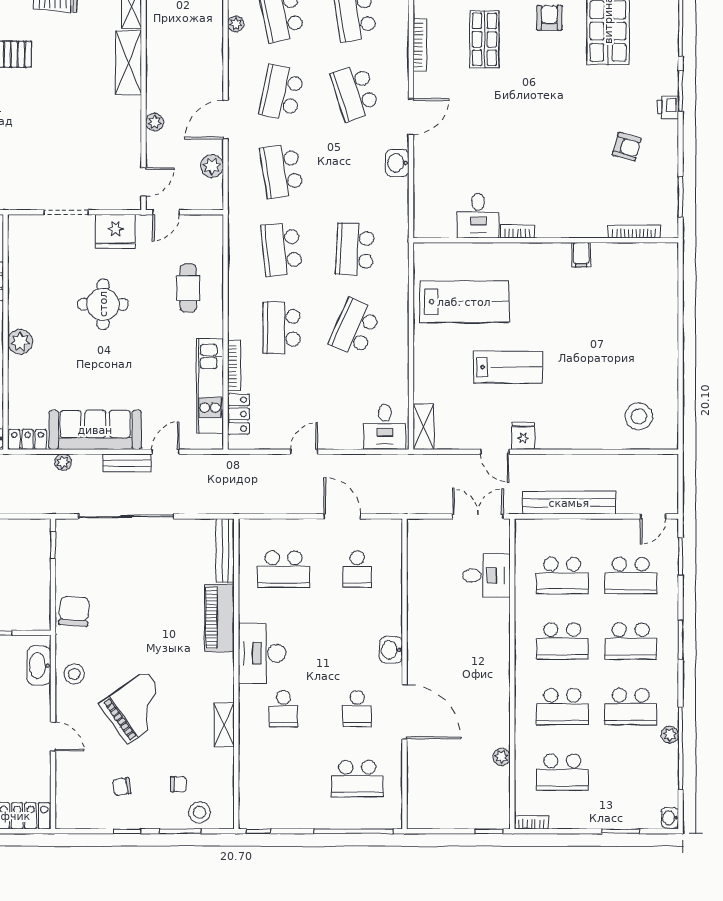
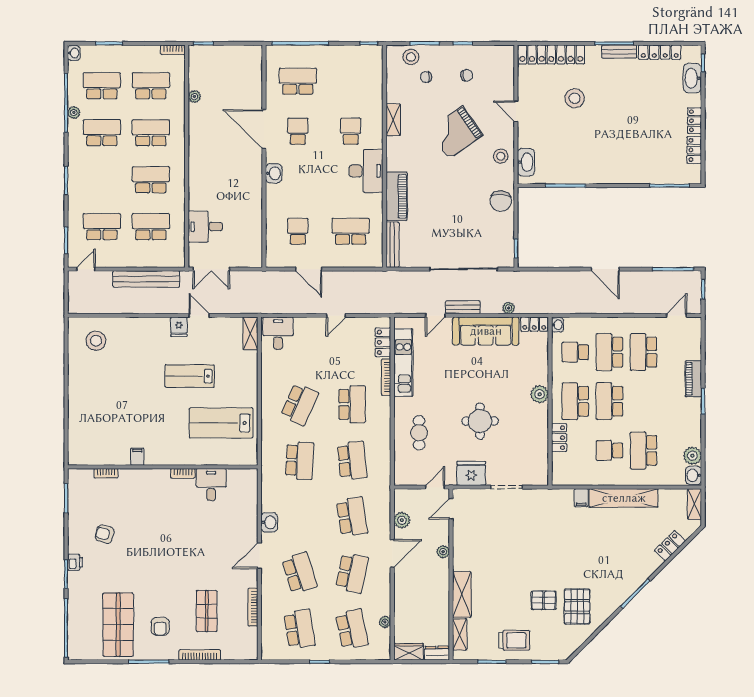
bookcase: (634, 231) -> (106, 473), width x0.64
school desk: (631, 641) -> (102, 86), moved

